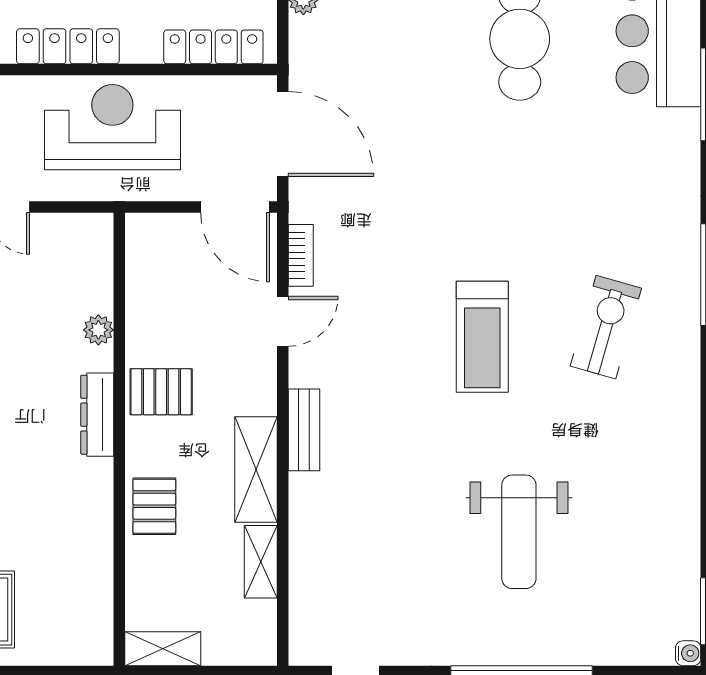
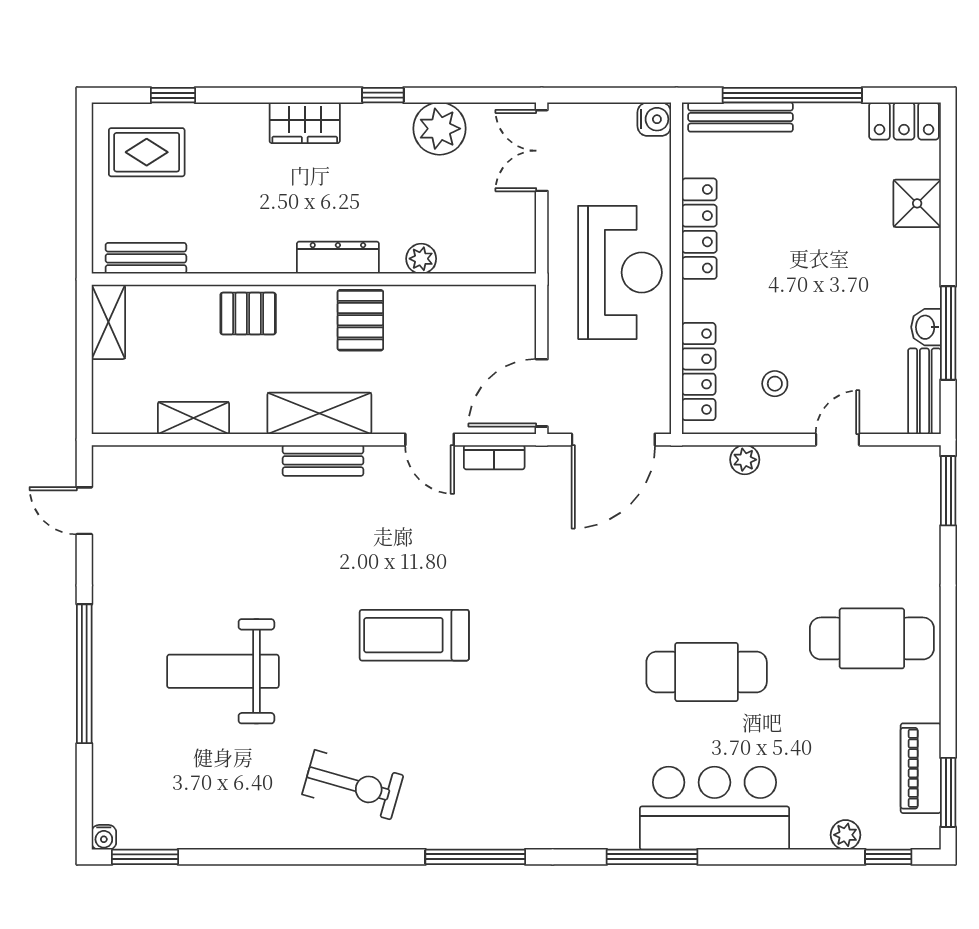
exercise bike: (606, 327) -> (353, 785), moved
shelving: (256, 469) -> (319, 413), moved
bench: (98, 610) -> (146, 258), added

